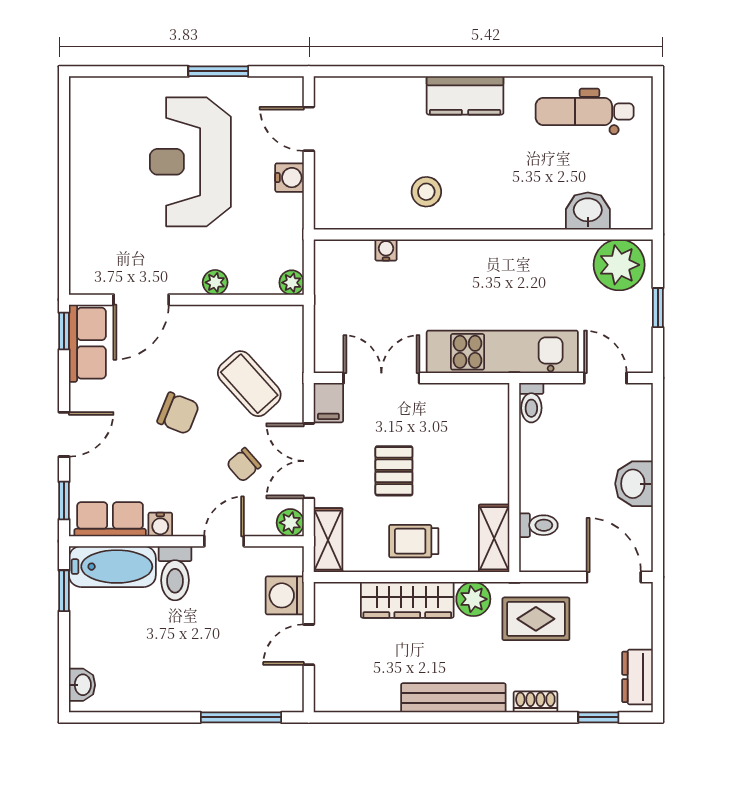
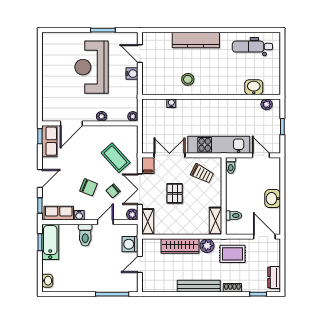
kitchen counter: (465, 95) -> (196, 40), width x1.50
plant: (619, 265) -> (267, 104), width x0.53, depth x0.53
chair: (178, 413) -> (89, 187), moved
trolley: (414, 541) -> (202, 174), moved, turned -153
bathtub: (112, 567) -> (50, 242), moved, turned -90

